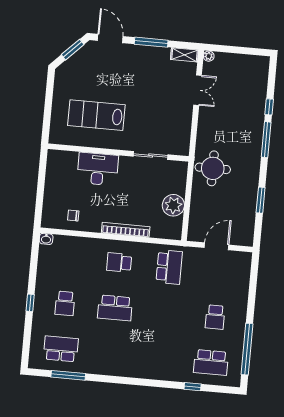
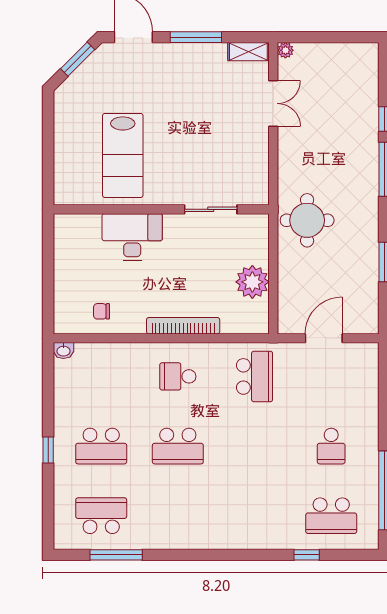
lab bench: (96, 115) -> (123, 155), turned -90
school desk: (65, 303) -> (101, 446), width x1.85

